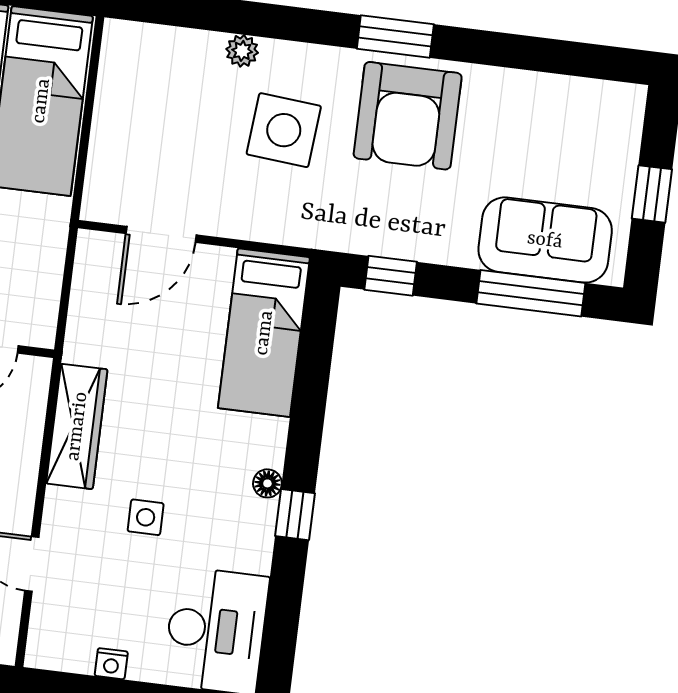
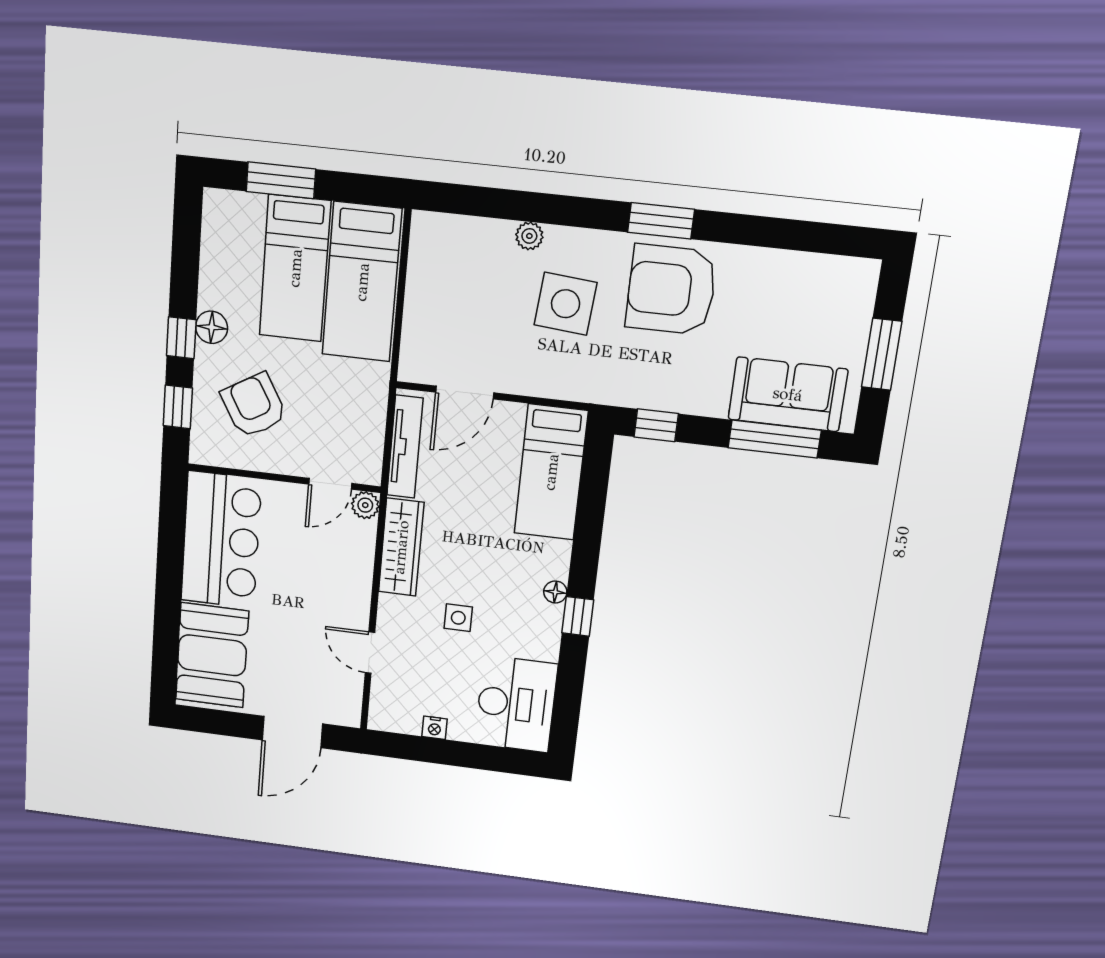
armchair: (408, 116) -> (671, 290), turned 90
window: (652, 194) -> (882, 354), width x1.50
tv unit: (86, 300) -> (405, 447), added
plant: (34, 373) -> (365, 505), added

